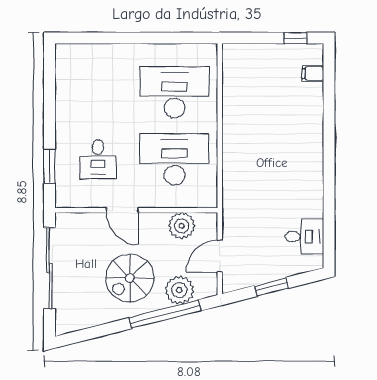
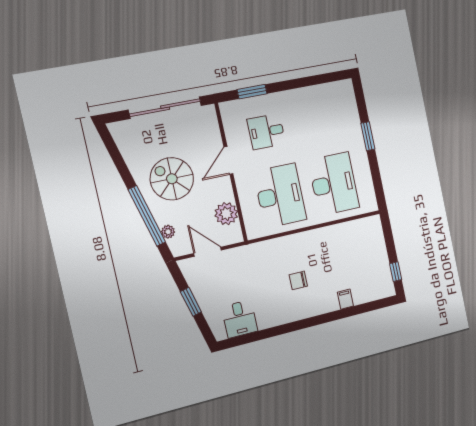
window: (127, 38) -> (368, 136), added
filing cabinet: (313, 74) -> (345, 299), moved
chair: (277, 159) -> (298, 280), added
plant: (179, 290) -> (168, 232), width x0.53, depth x0.53

